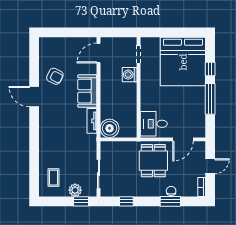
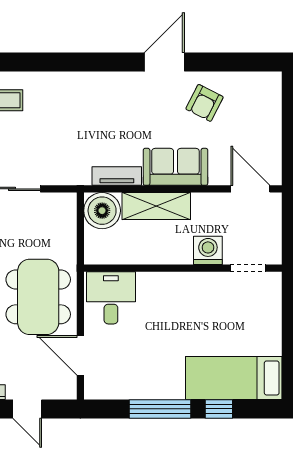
bed: (183, 62) -> (234, 378), width x0.49
shelving: (107, 101) -> (156, 206), added
dining table: (153, 161) -> (38, 297), width x1.38

